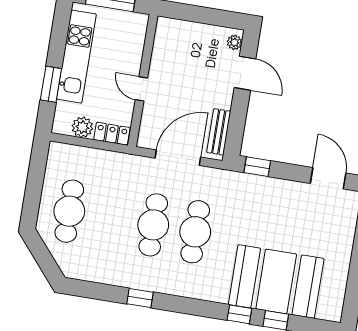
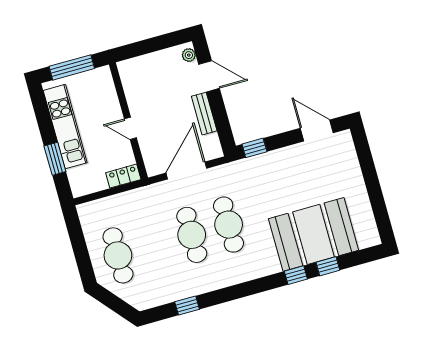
plant: (82, 127) -> (97, 182), removed
bench: (219, 132) -> (204, 114), moved
window: (140, 298) -> (187, 306), moved

